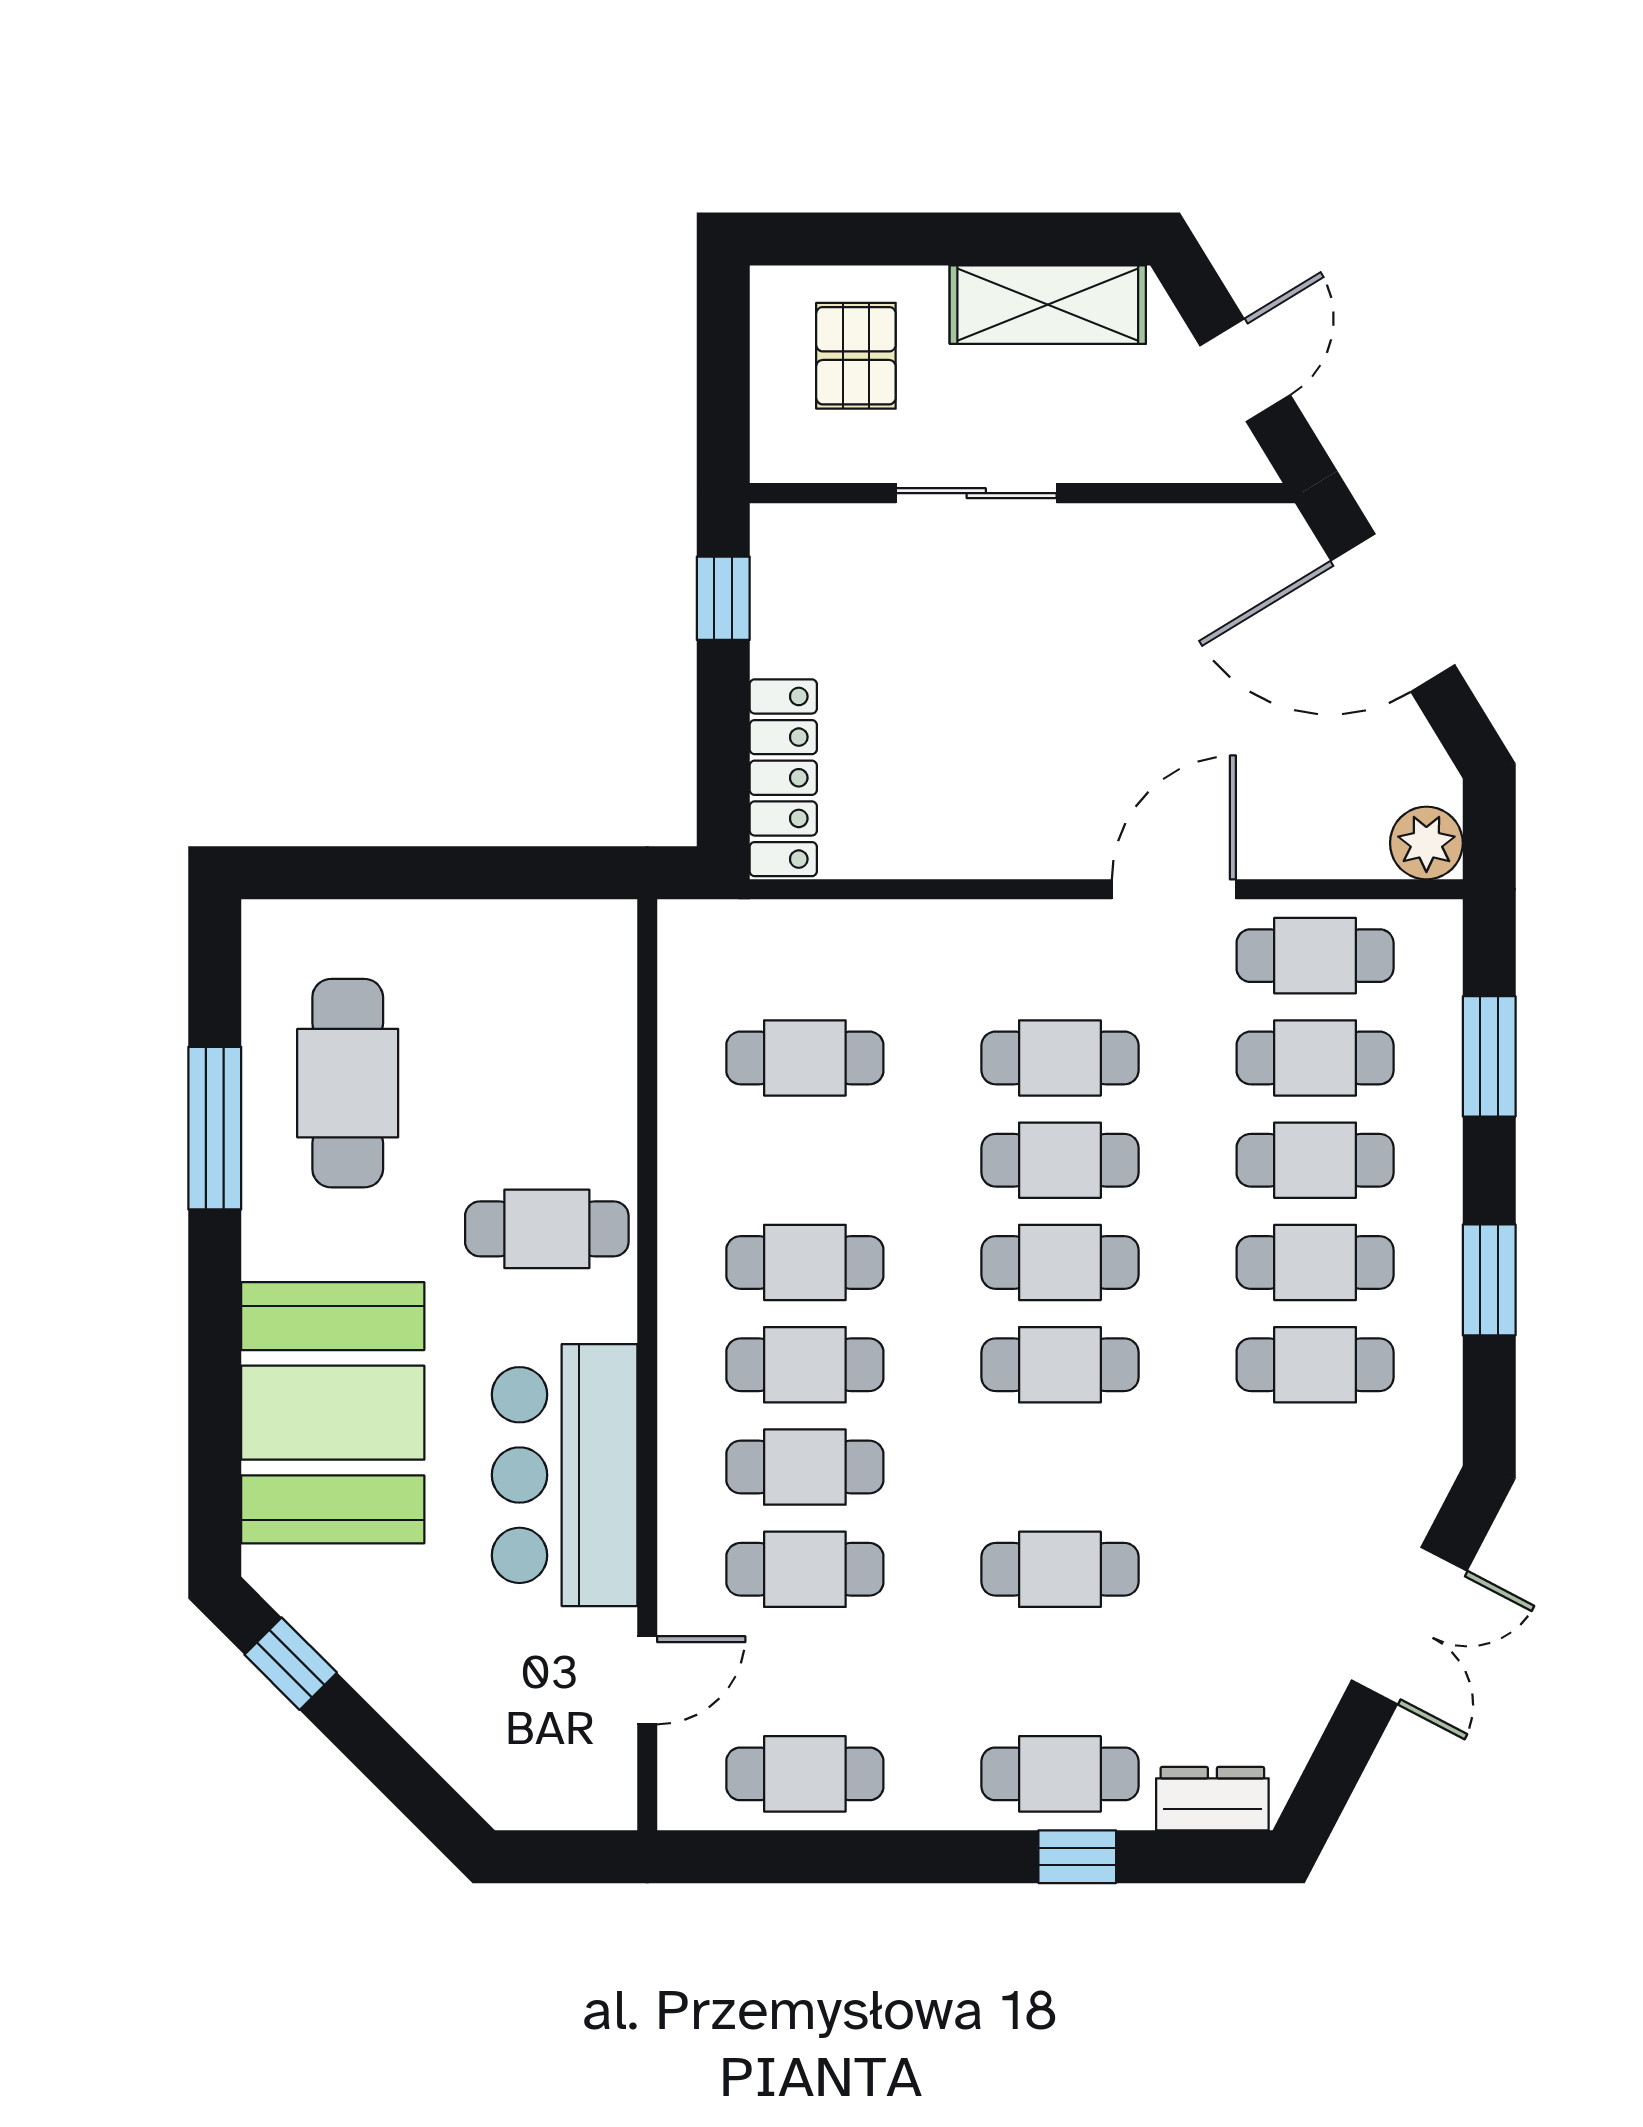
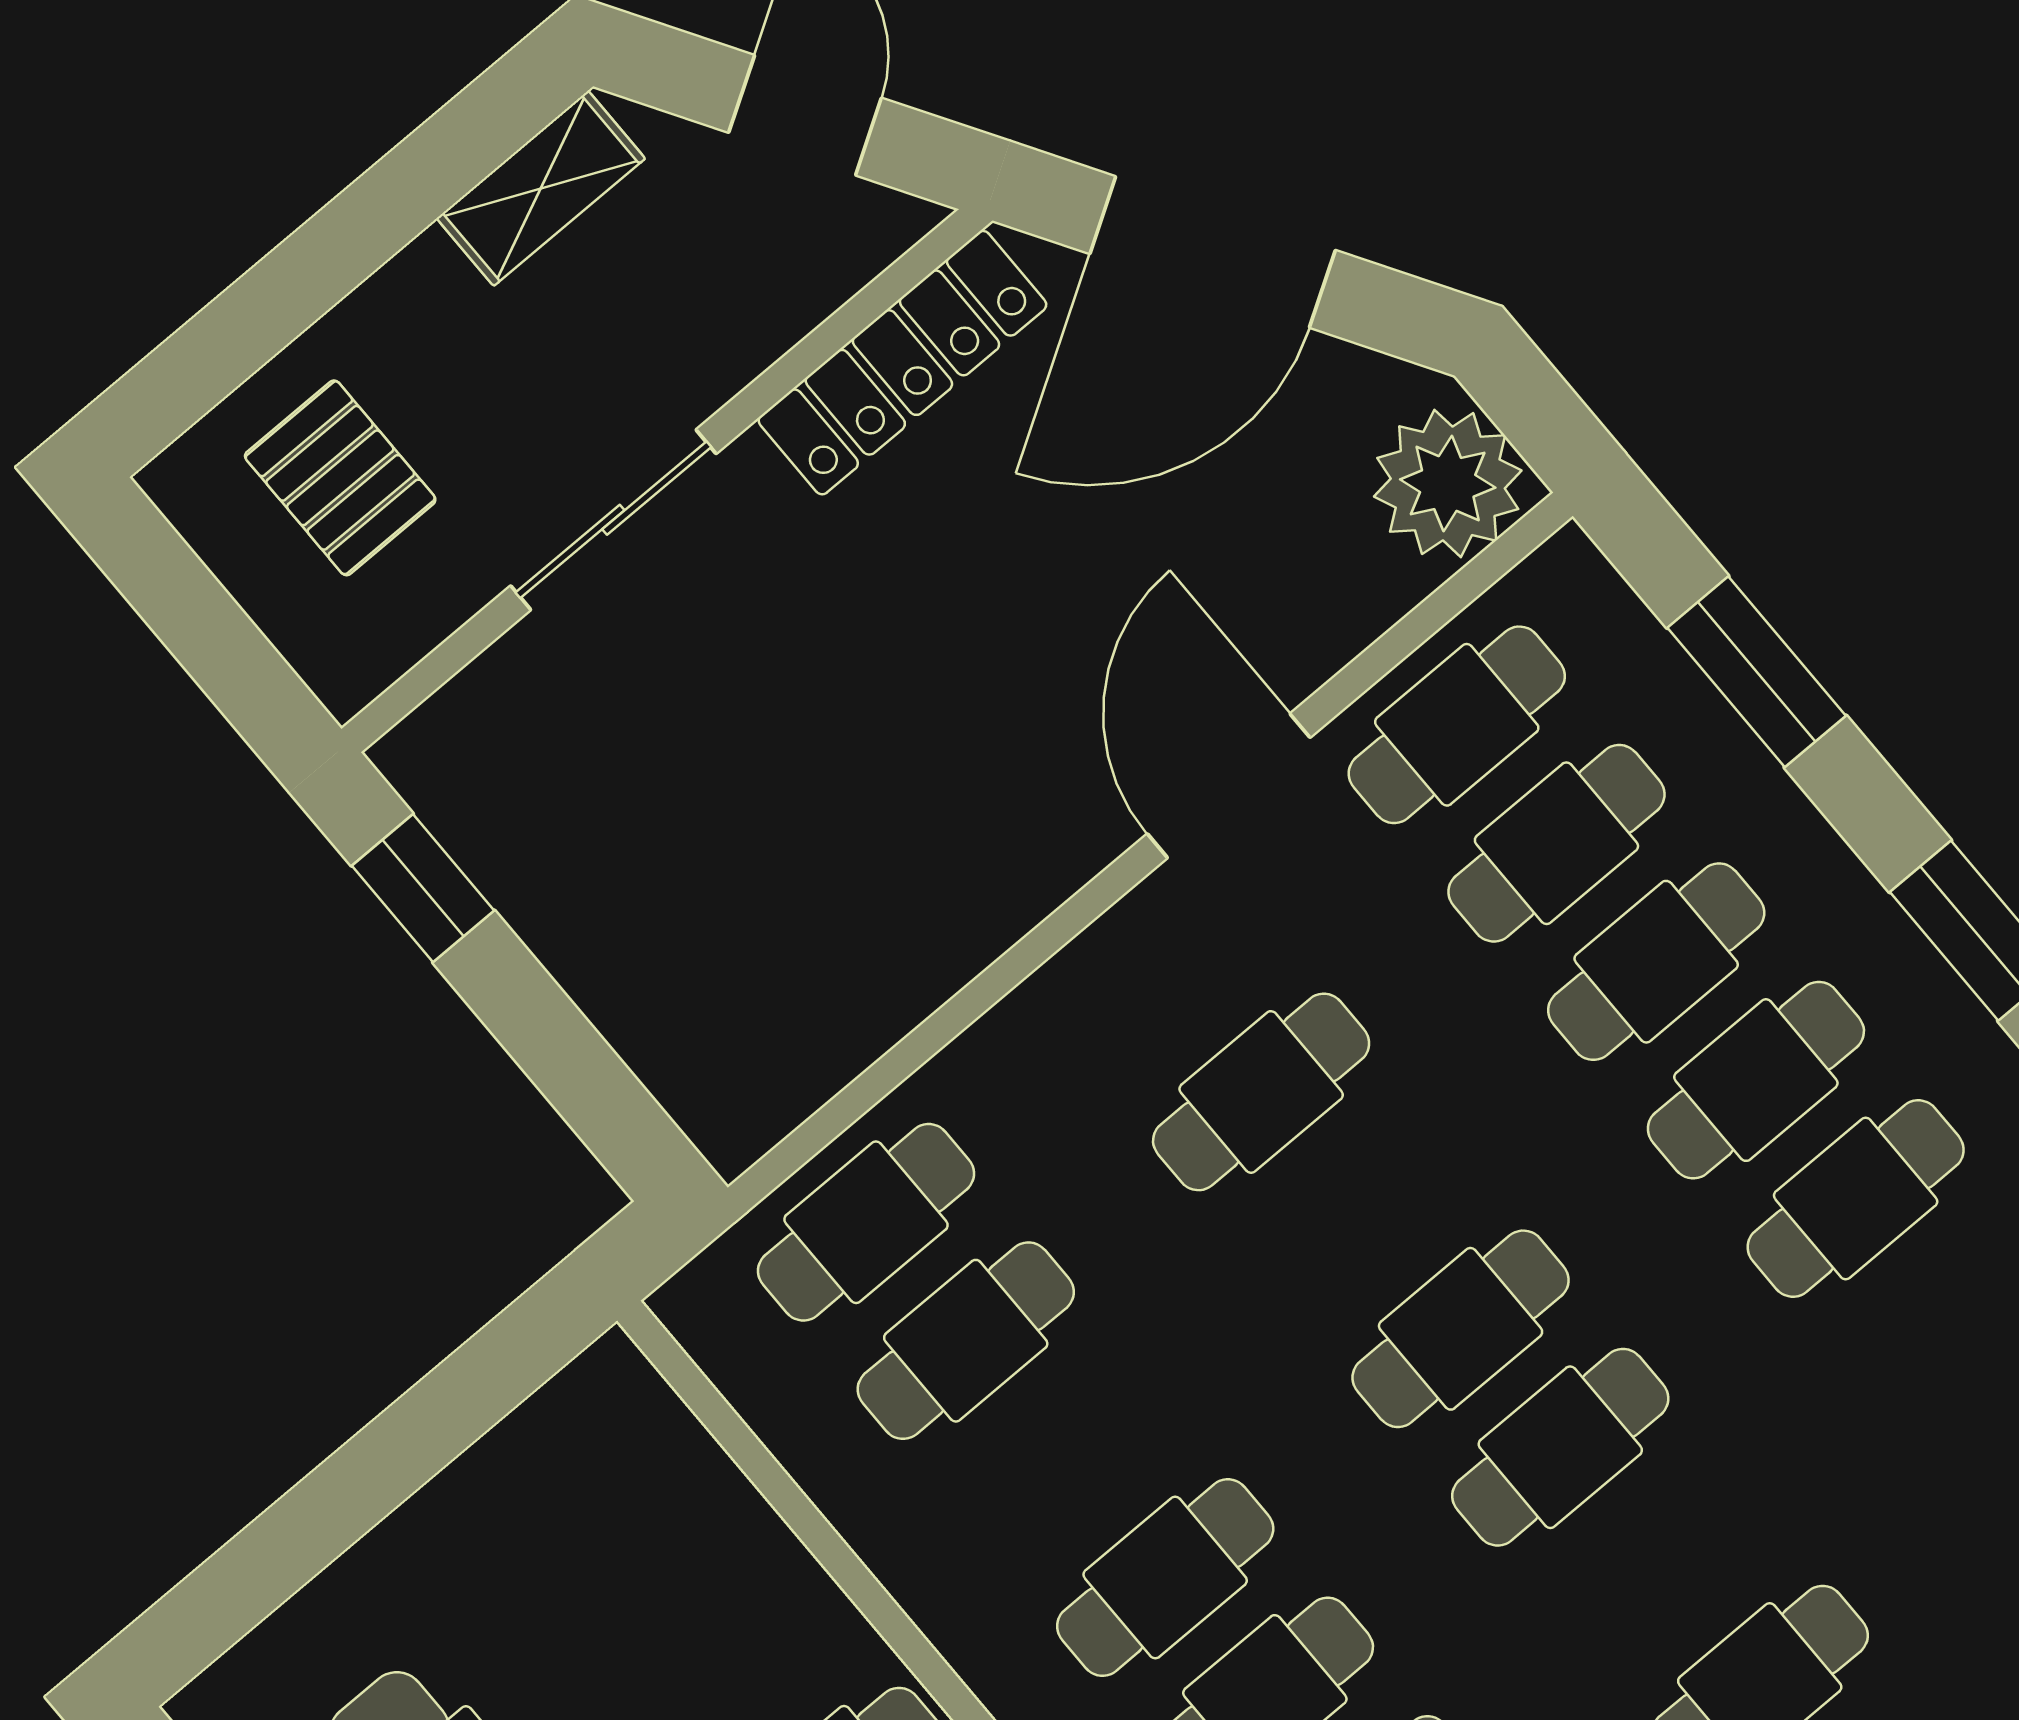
shelving: (1048, 305) -> (541, 188), width x0.67, depth x0.75
locker: (783, 778) -> (902, 363), moved, turned 90
plant: (1426, 843) -> (1448, 483), width x1.36, depth x1.36
cafe table: (1060, 1160) -> (866, 1222), moved

